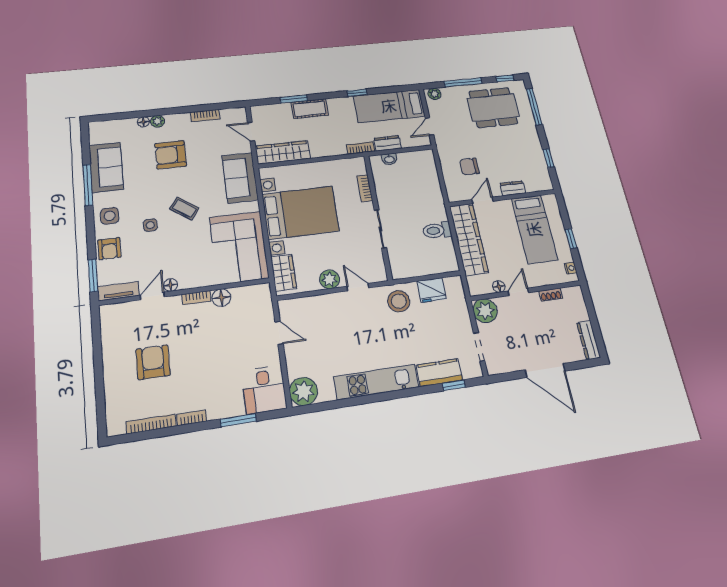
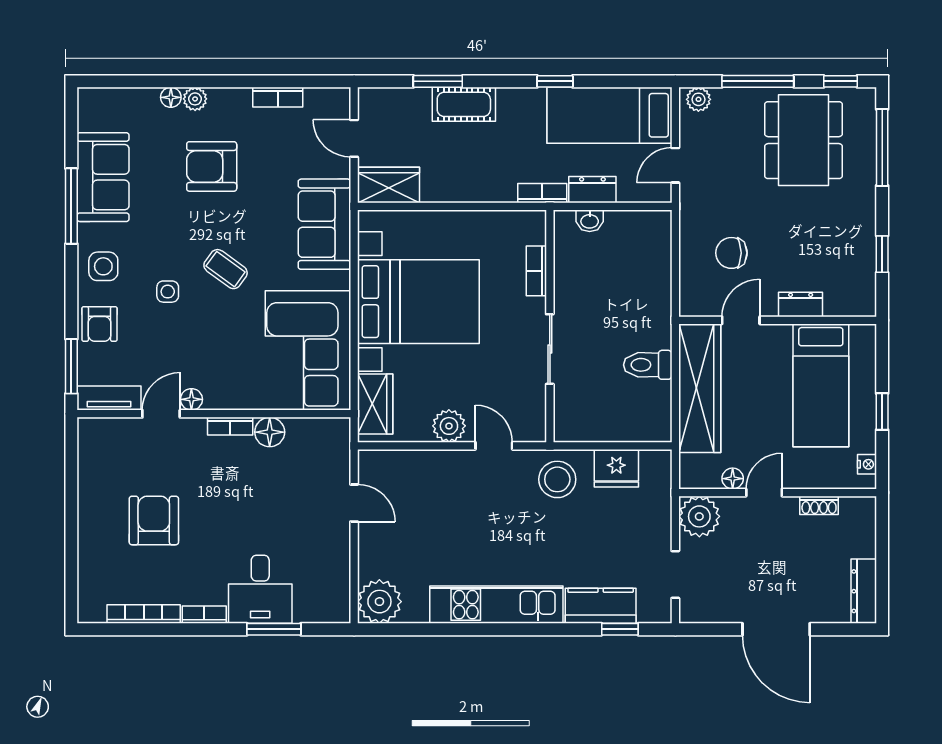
dining table: (493, 108) -> (803, 140), turned 90
wardrobe: (283, 152) -> (388, 185), width x0.67
desk: (264, 390) -> (260, 589), moved

